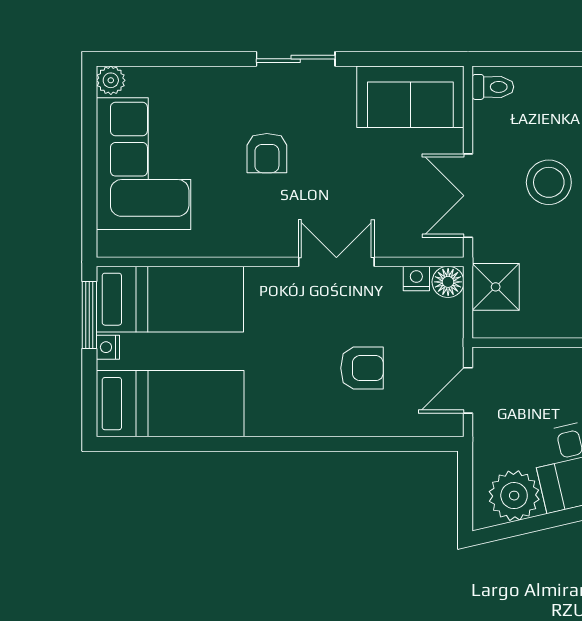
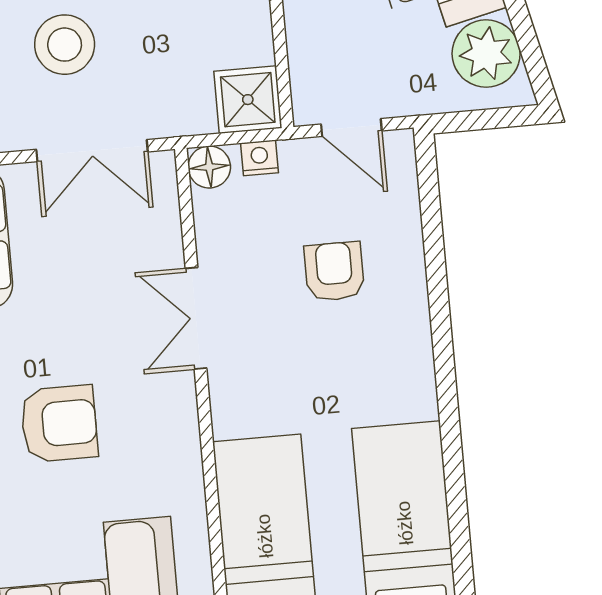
armchair: (267, 153) -> (59, 424), width x1.38, depth x1.38
nightstand: (416, 278) -> (260, 158), moved, turned 90
shower: (496, 287) -> (248, 100), moved

